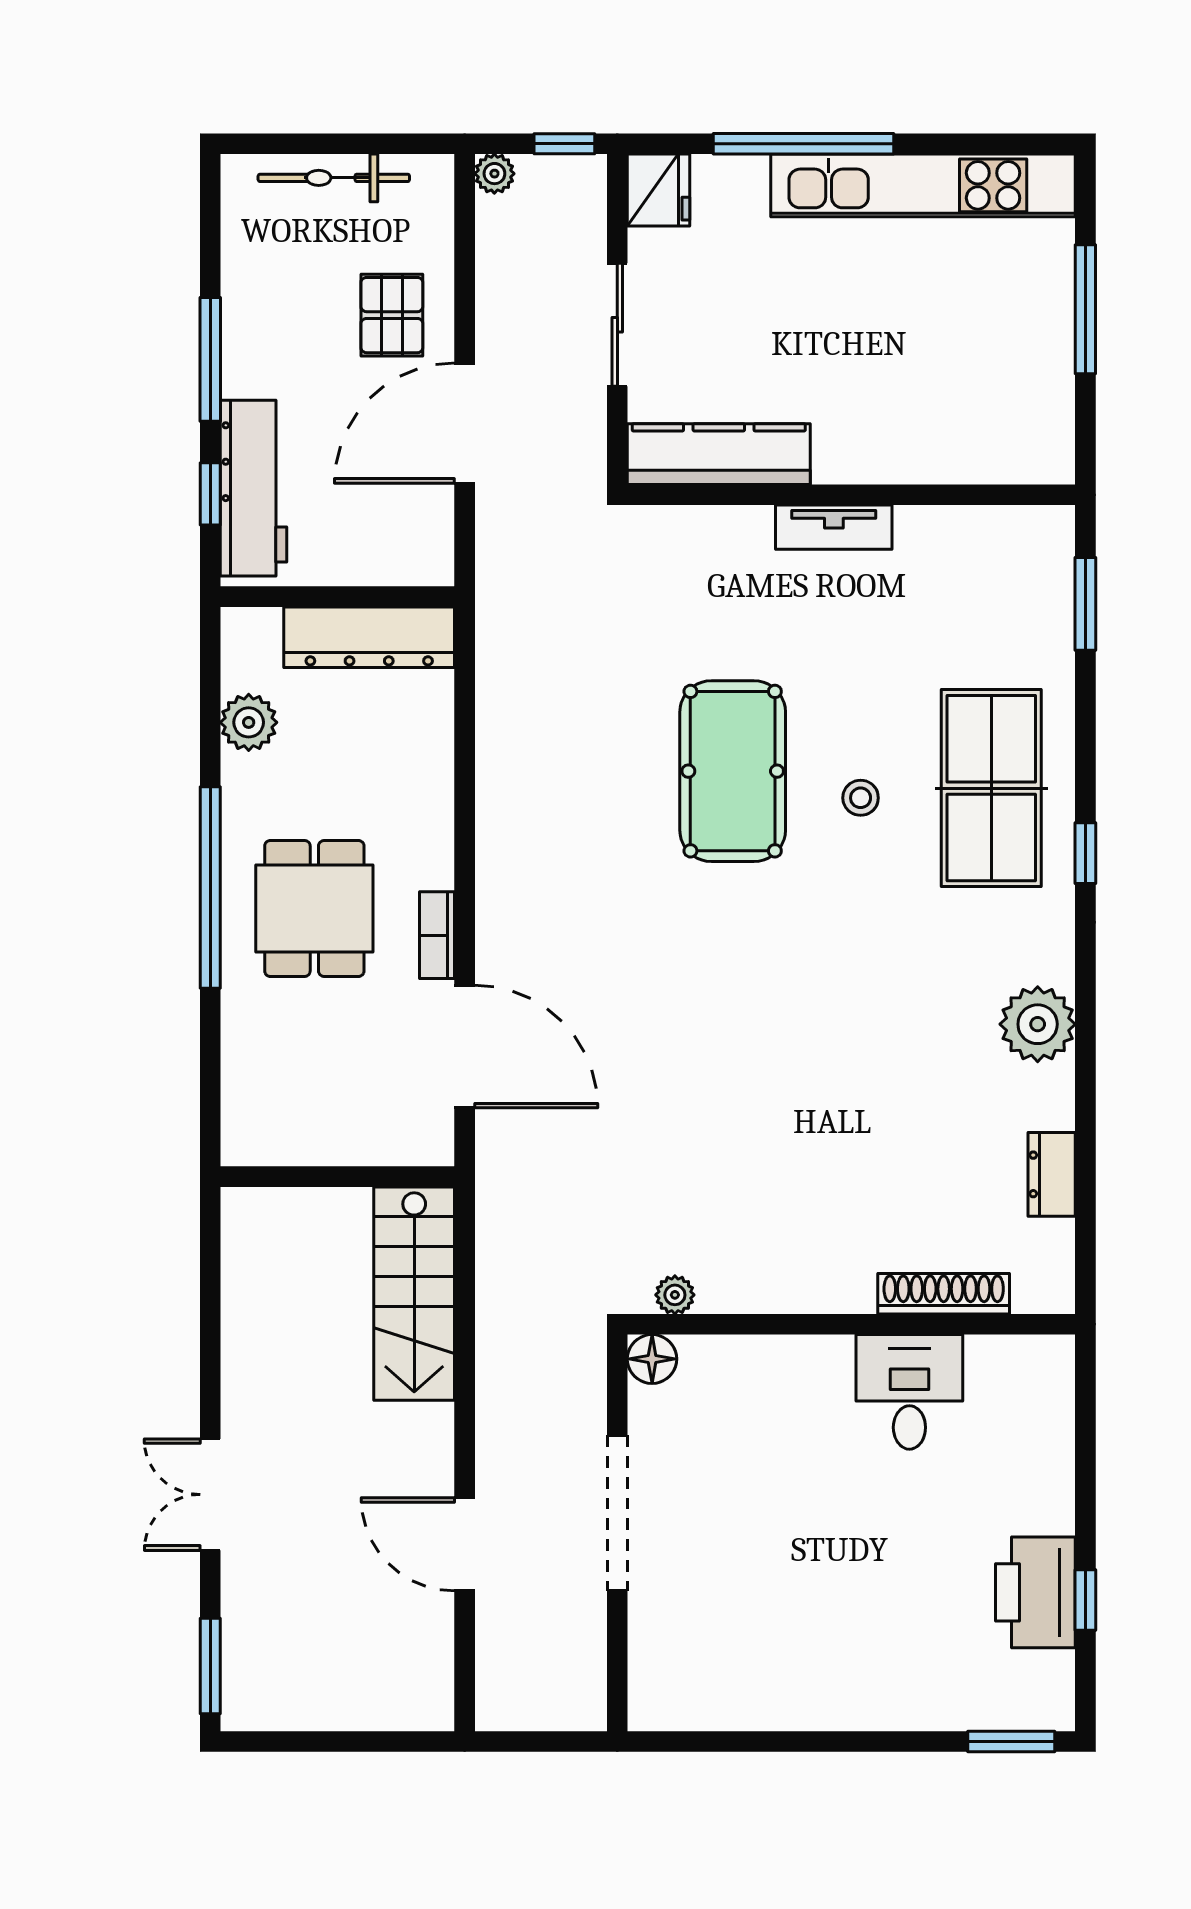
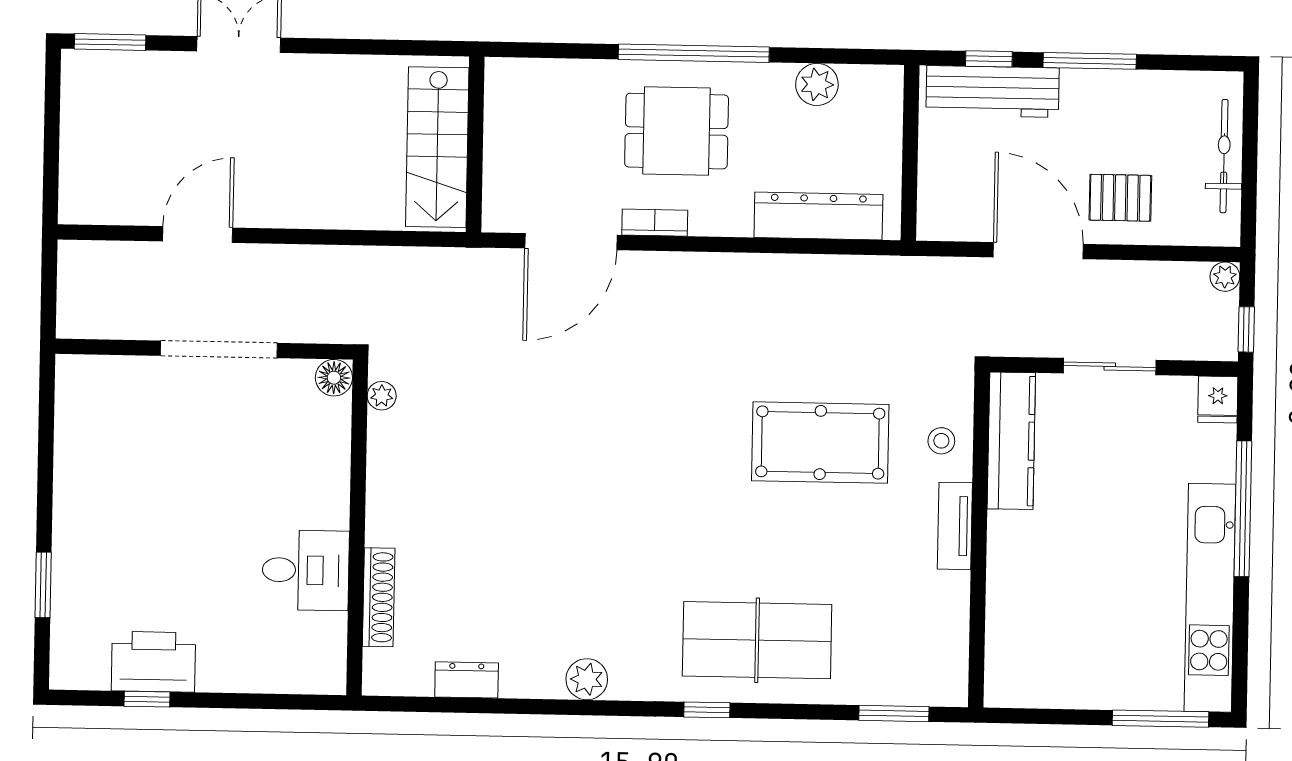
fridge: (658, 190) -> (1218, 400), width x0.72
window: (1085, 309) -> (1161, 719), moved
dresser: (369, 637) -> (818, 216), moved, turned 90
pool table: (733, 771) -> (820, 443), moved
stool: (861, 798) -> (941, 441), moved
plant: (1038, 1024) -> (587, 679), width x0.73, depth x0.73
stairs: (414, 1294) -> (437, 147), moved, turned -90
window: (1011, 1741) -> (43, 585), moved

